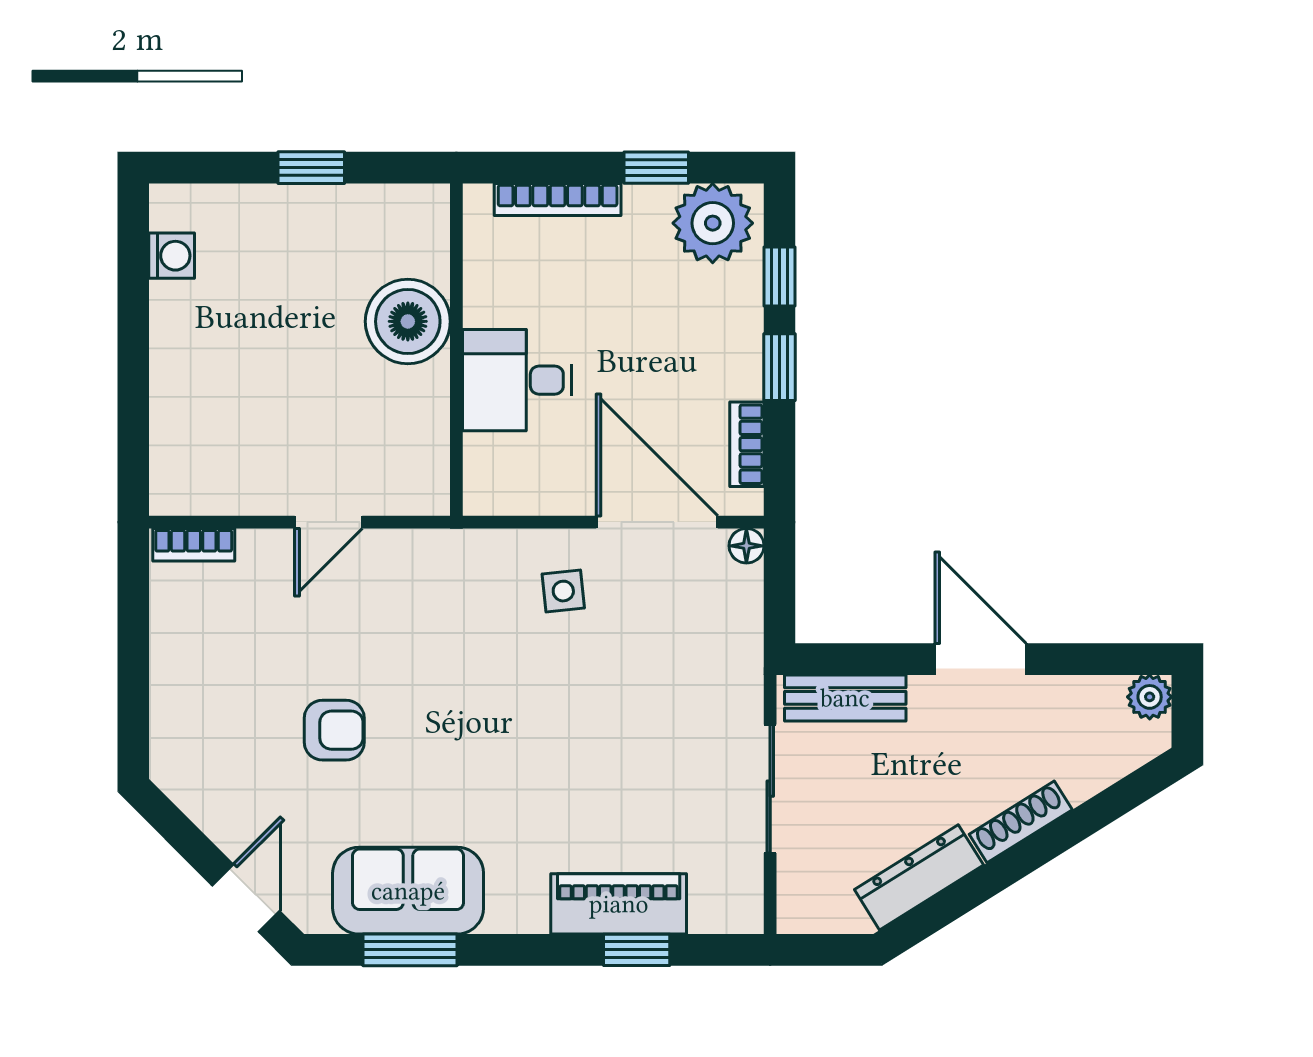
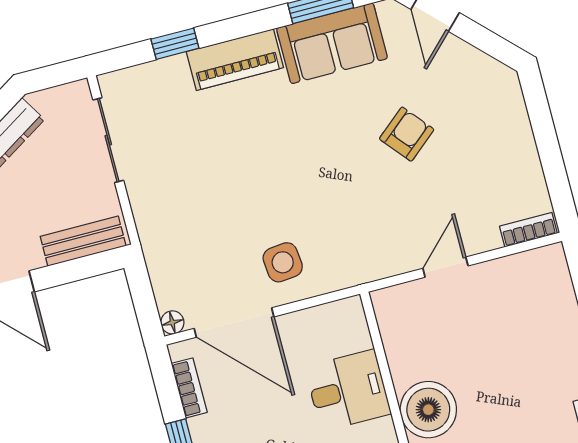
side table: (563, 591) -> (283, 262), width x1.37, depth x1.37
armchair: (334, 730) -> (407, 134), turned 140
sliding door: (770, 789) -> (108, 140), moved
piano: (619, 904) -> (235, 60), moved

